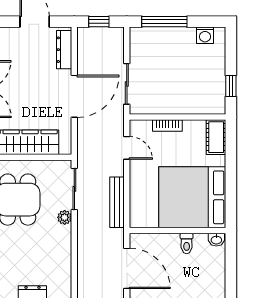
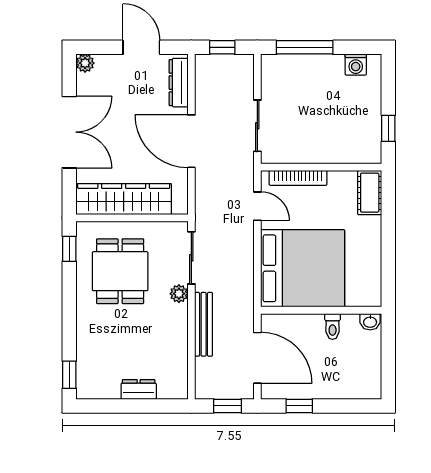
door: (74, 96) -> (191, 141), swing flipped
bookcase: (167, 125) -> (298, 178), width x1.56
bed: (192, 197) -> (303, 268), moved, turned 180
bench: (117, 202) -> (204, 324), moved

